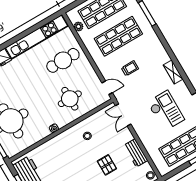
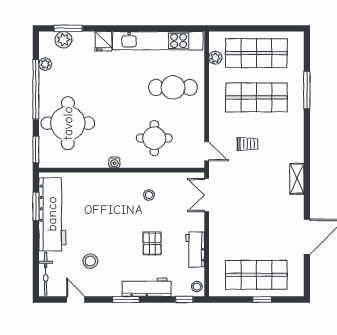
checkout: (166, 111) -> (261, 220), removed

